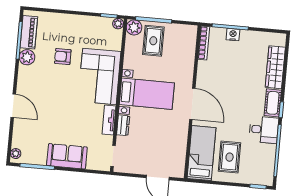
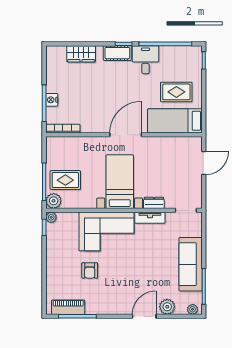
plant: (27, 57) -> (167, 307), moved
wardrobe: (275, 67) -> (81, 54), width x0.67
sofa: (67, 156) -> (191, 264), width x1.36

